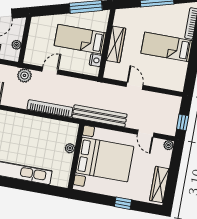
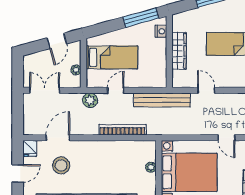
bed: (80, 39) -> (112, 57), moved, turned 180
nightstand: (96, 60) -> (161, 31), moved
bench: (100, 116) -> (162, 100), moved

